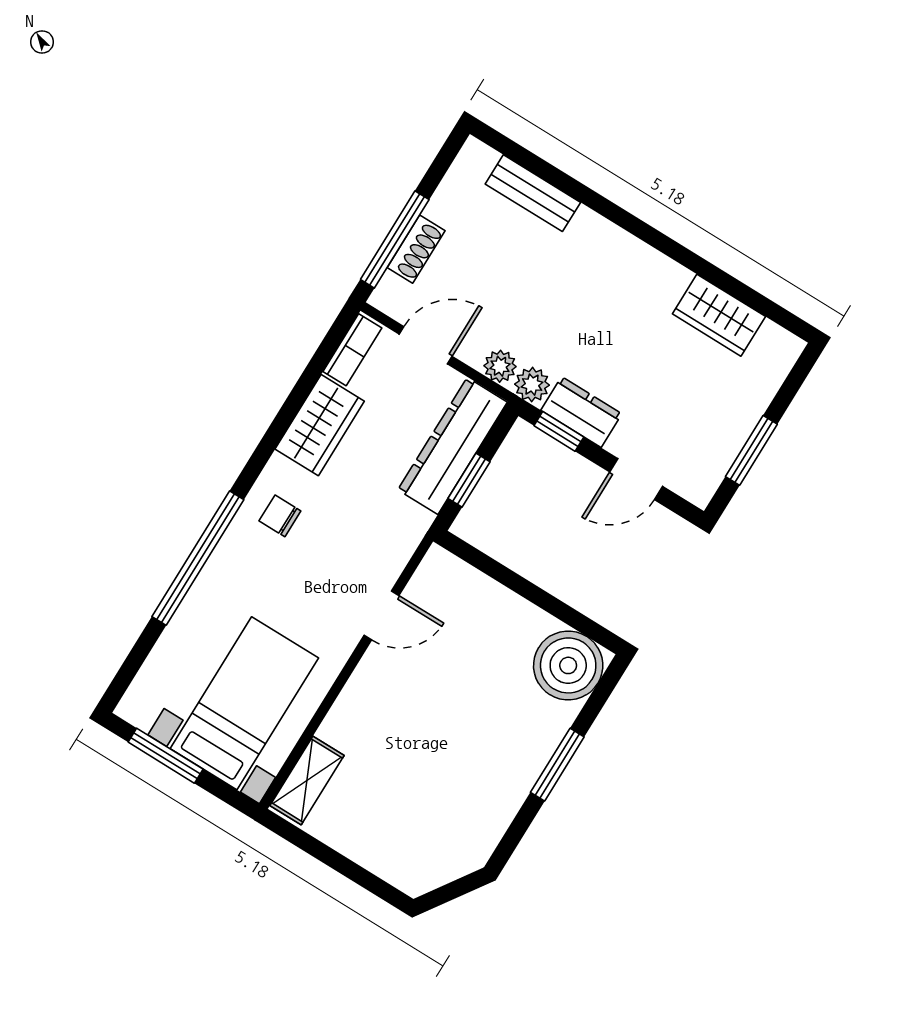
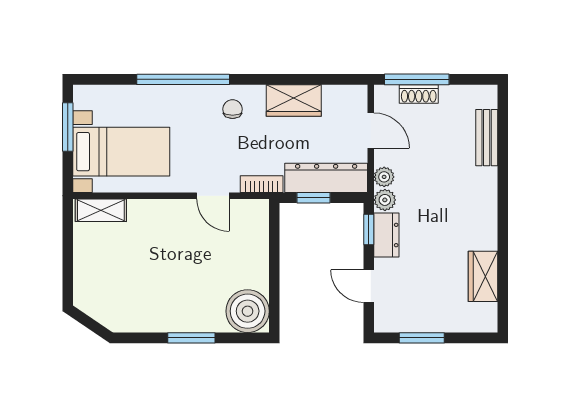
bookcase: (352, 350) -> (262, 184), moved, turned 180

